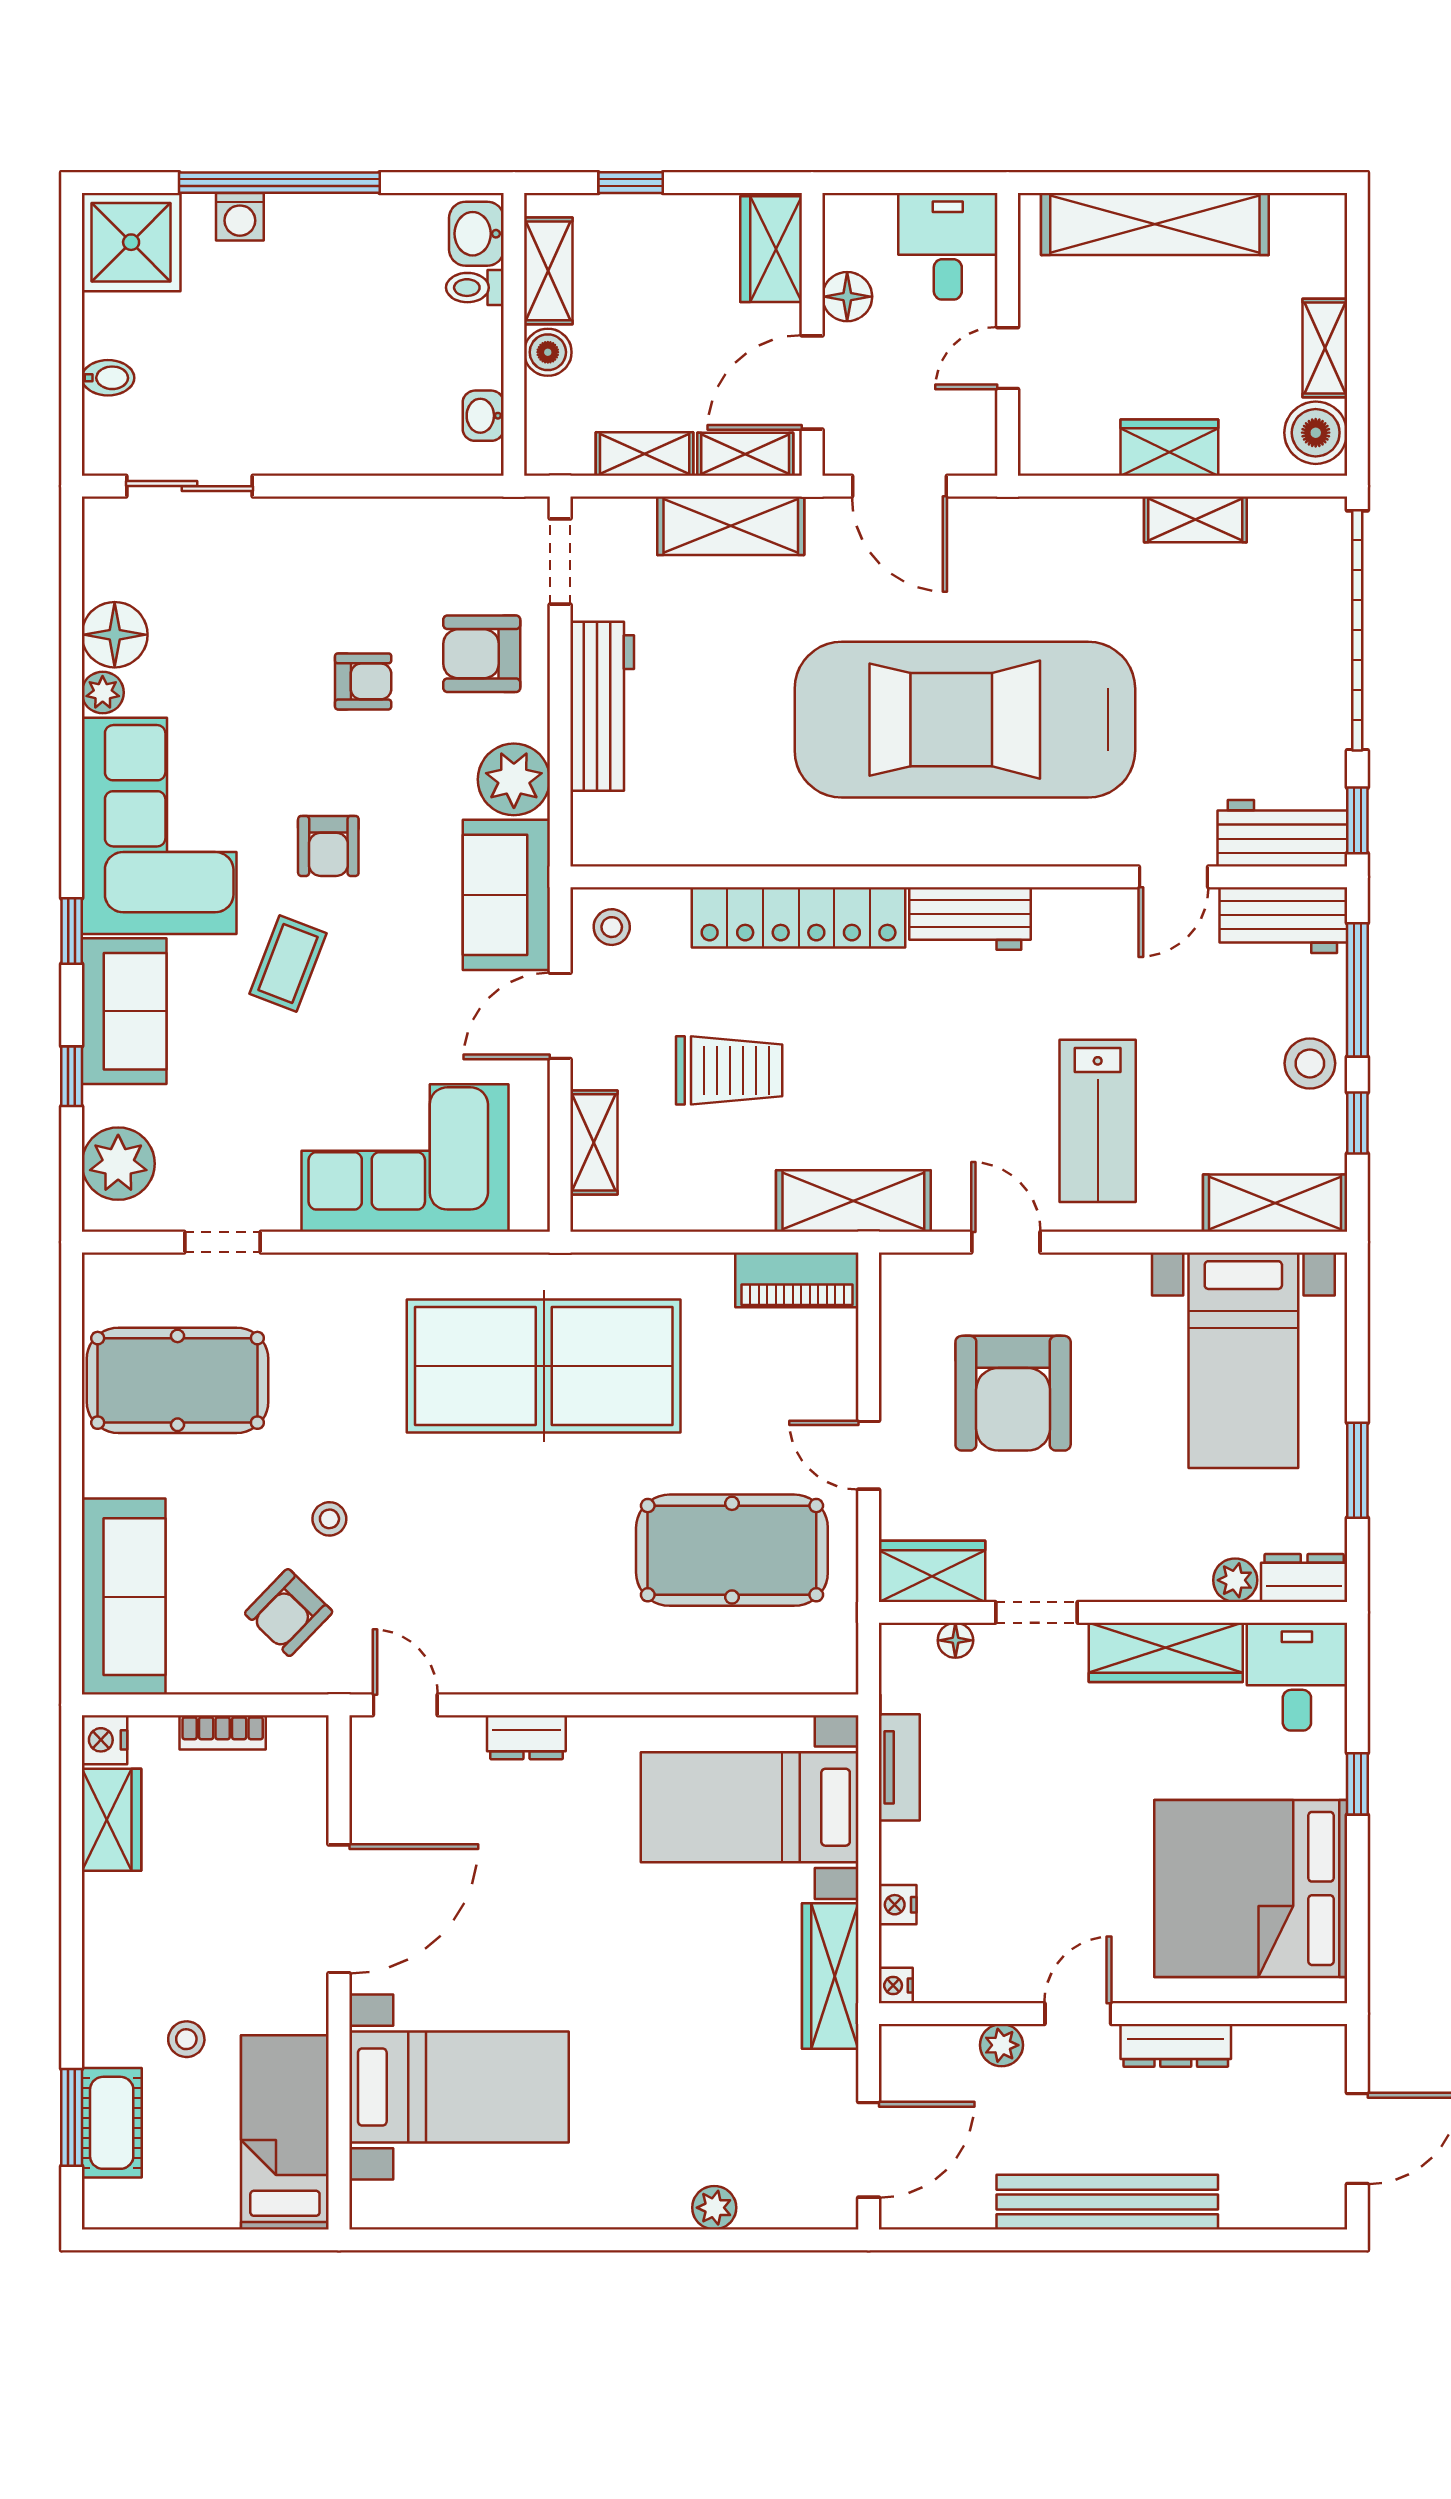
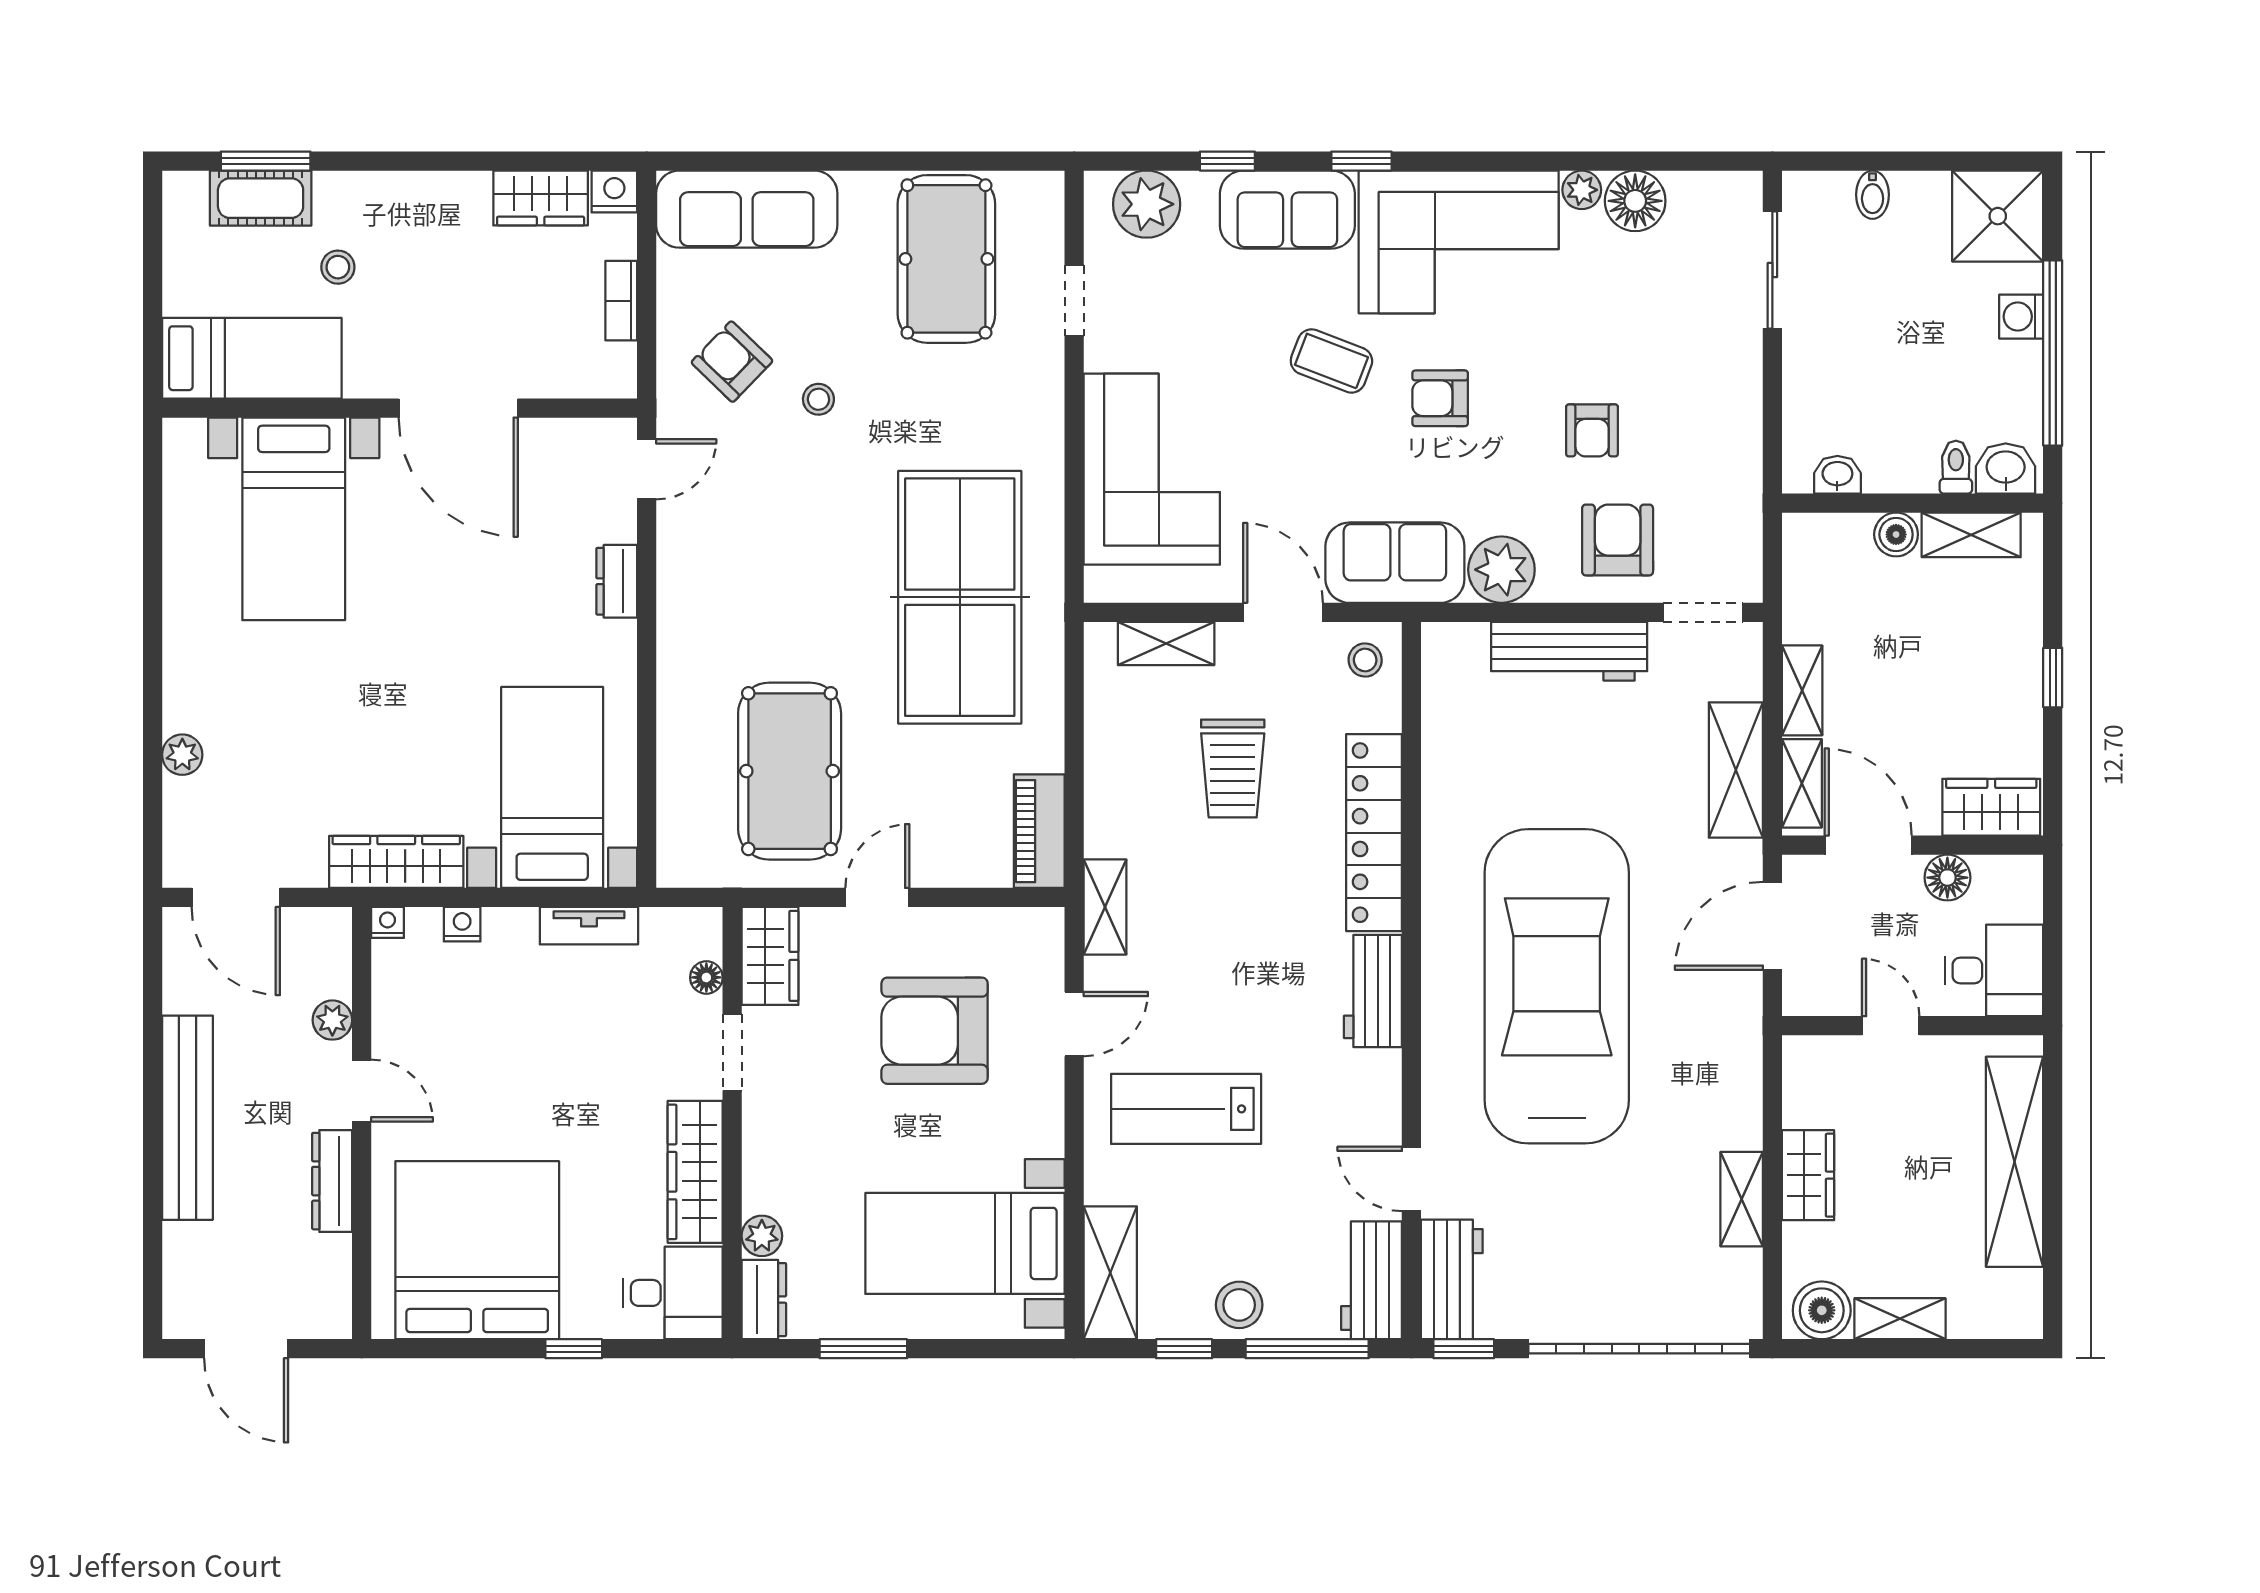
washbasin: (476, 234) -> (2006, 469), moved
shelving: (548, 271) -> (1971, 535), moved
toilet: (475, 288) -> (1956, 467), moved
wall: (514, 334) -> (1913, 503), moved
boiler: (548, 352) -> (1896, 534), moved
washbasin: (483, 416) -> (1837, 475), moved
shelving: (853, 1201) -> (1105, 907), width x0.67, depth x0.75

